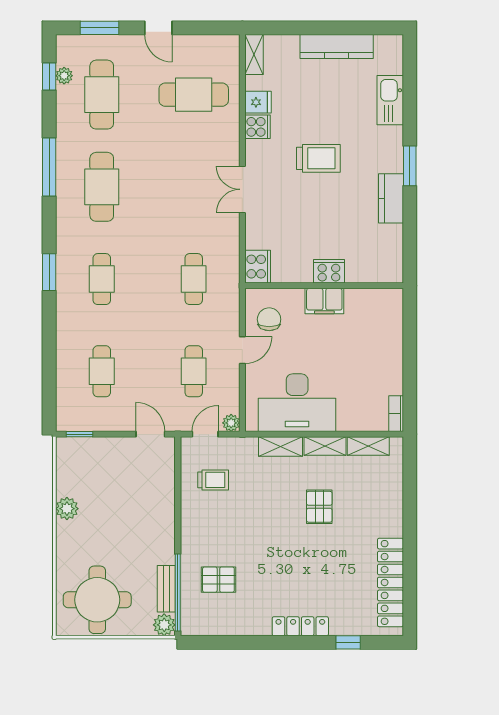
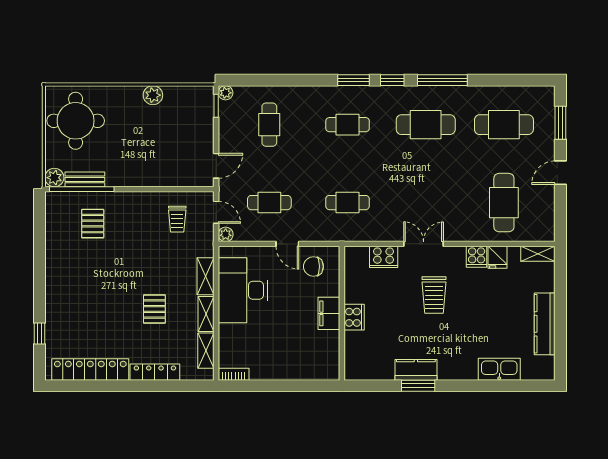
plant: (64, 76) -> (226, 93), moved
window: (49, 77) -> (392, 80), moved
trolley: (318, 158) -> (434, 295), moved
window: (410, 166) -> (418, 386), moved
cooker: (258, 267) -> (384, 257), moved
chair: (269, 319) -> (313, 266), turned 180
cafe table: (102, 371) -> (269, 125), turned 90
pallet: (319, 507) -> (154, 309), turned 90
locker: (300, 626) -> (155, 372), moved, turned -90

